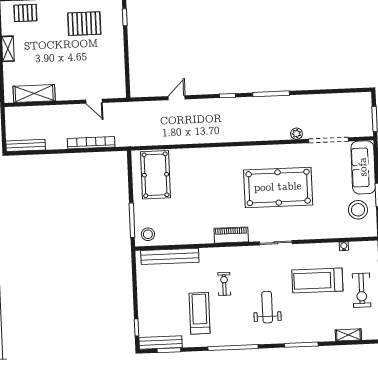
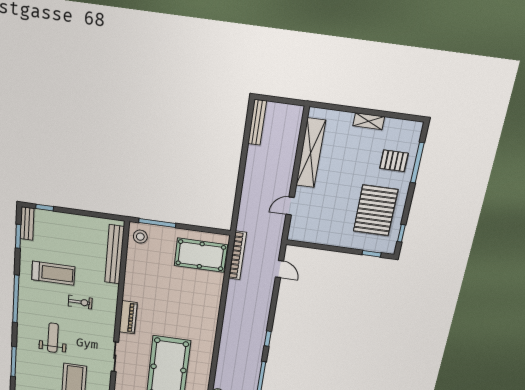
pallet: (25, 13) -> (394, 161), moved, turned 90
pallet: (84, 24) -> (376, 210), width x1.37, depth x1.41
shelving: (34, 93) -> (311, 153), width x1.47
door: (177, 98) -> (279, 269), moved
bookcase: (91, 143) -> (237, 255), moved
weight bench: (267, 307) -> (53, 338), turned -90
bench: (161, 343) -> (27, 224), width x0.73

